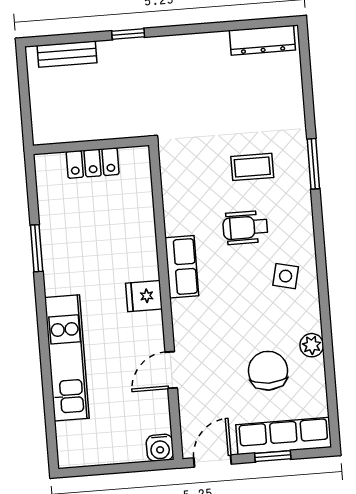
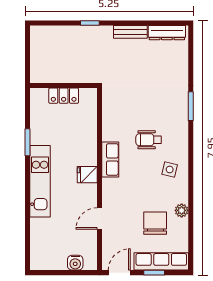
bench: (67, 54) -> (130, 32), moved
coffee table: (252, 167) -> (155, 105), removed
kitchen unit: (67, 358) -> (40, 181), moved
water cooler: (160, 448) -> (75, 263), moved

